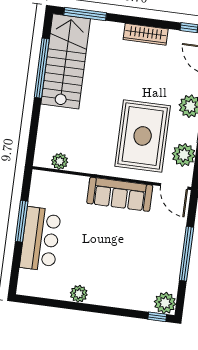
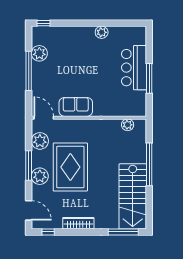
window: (42, 68) -> (149, 164), moved
rug: (143, 136) -> (70, 167), moved
sofa: (120, 194) -> (76, 107), width x0.73
plant: (165, 303) -> (39, 53), moved

